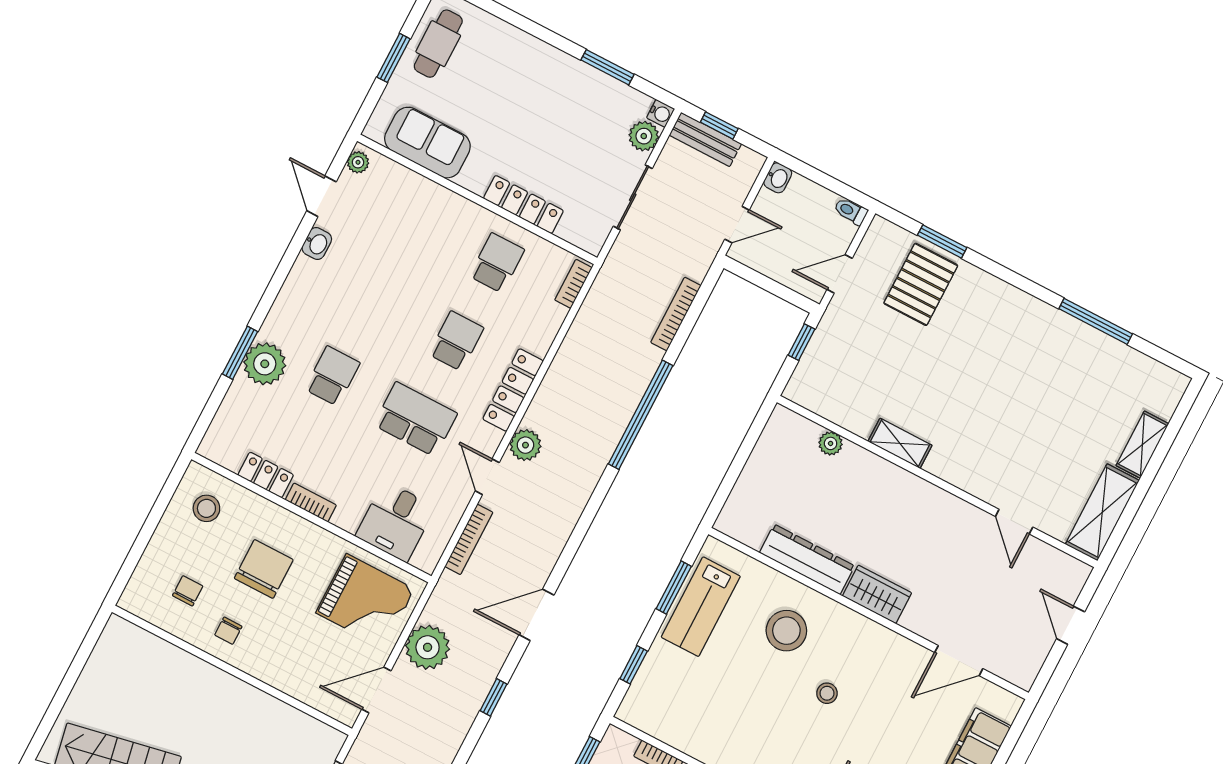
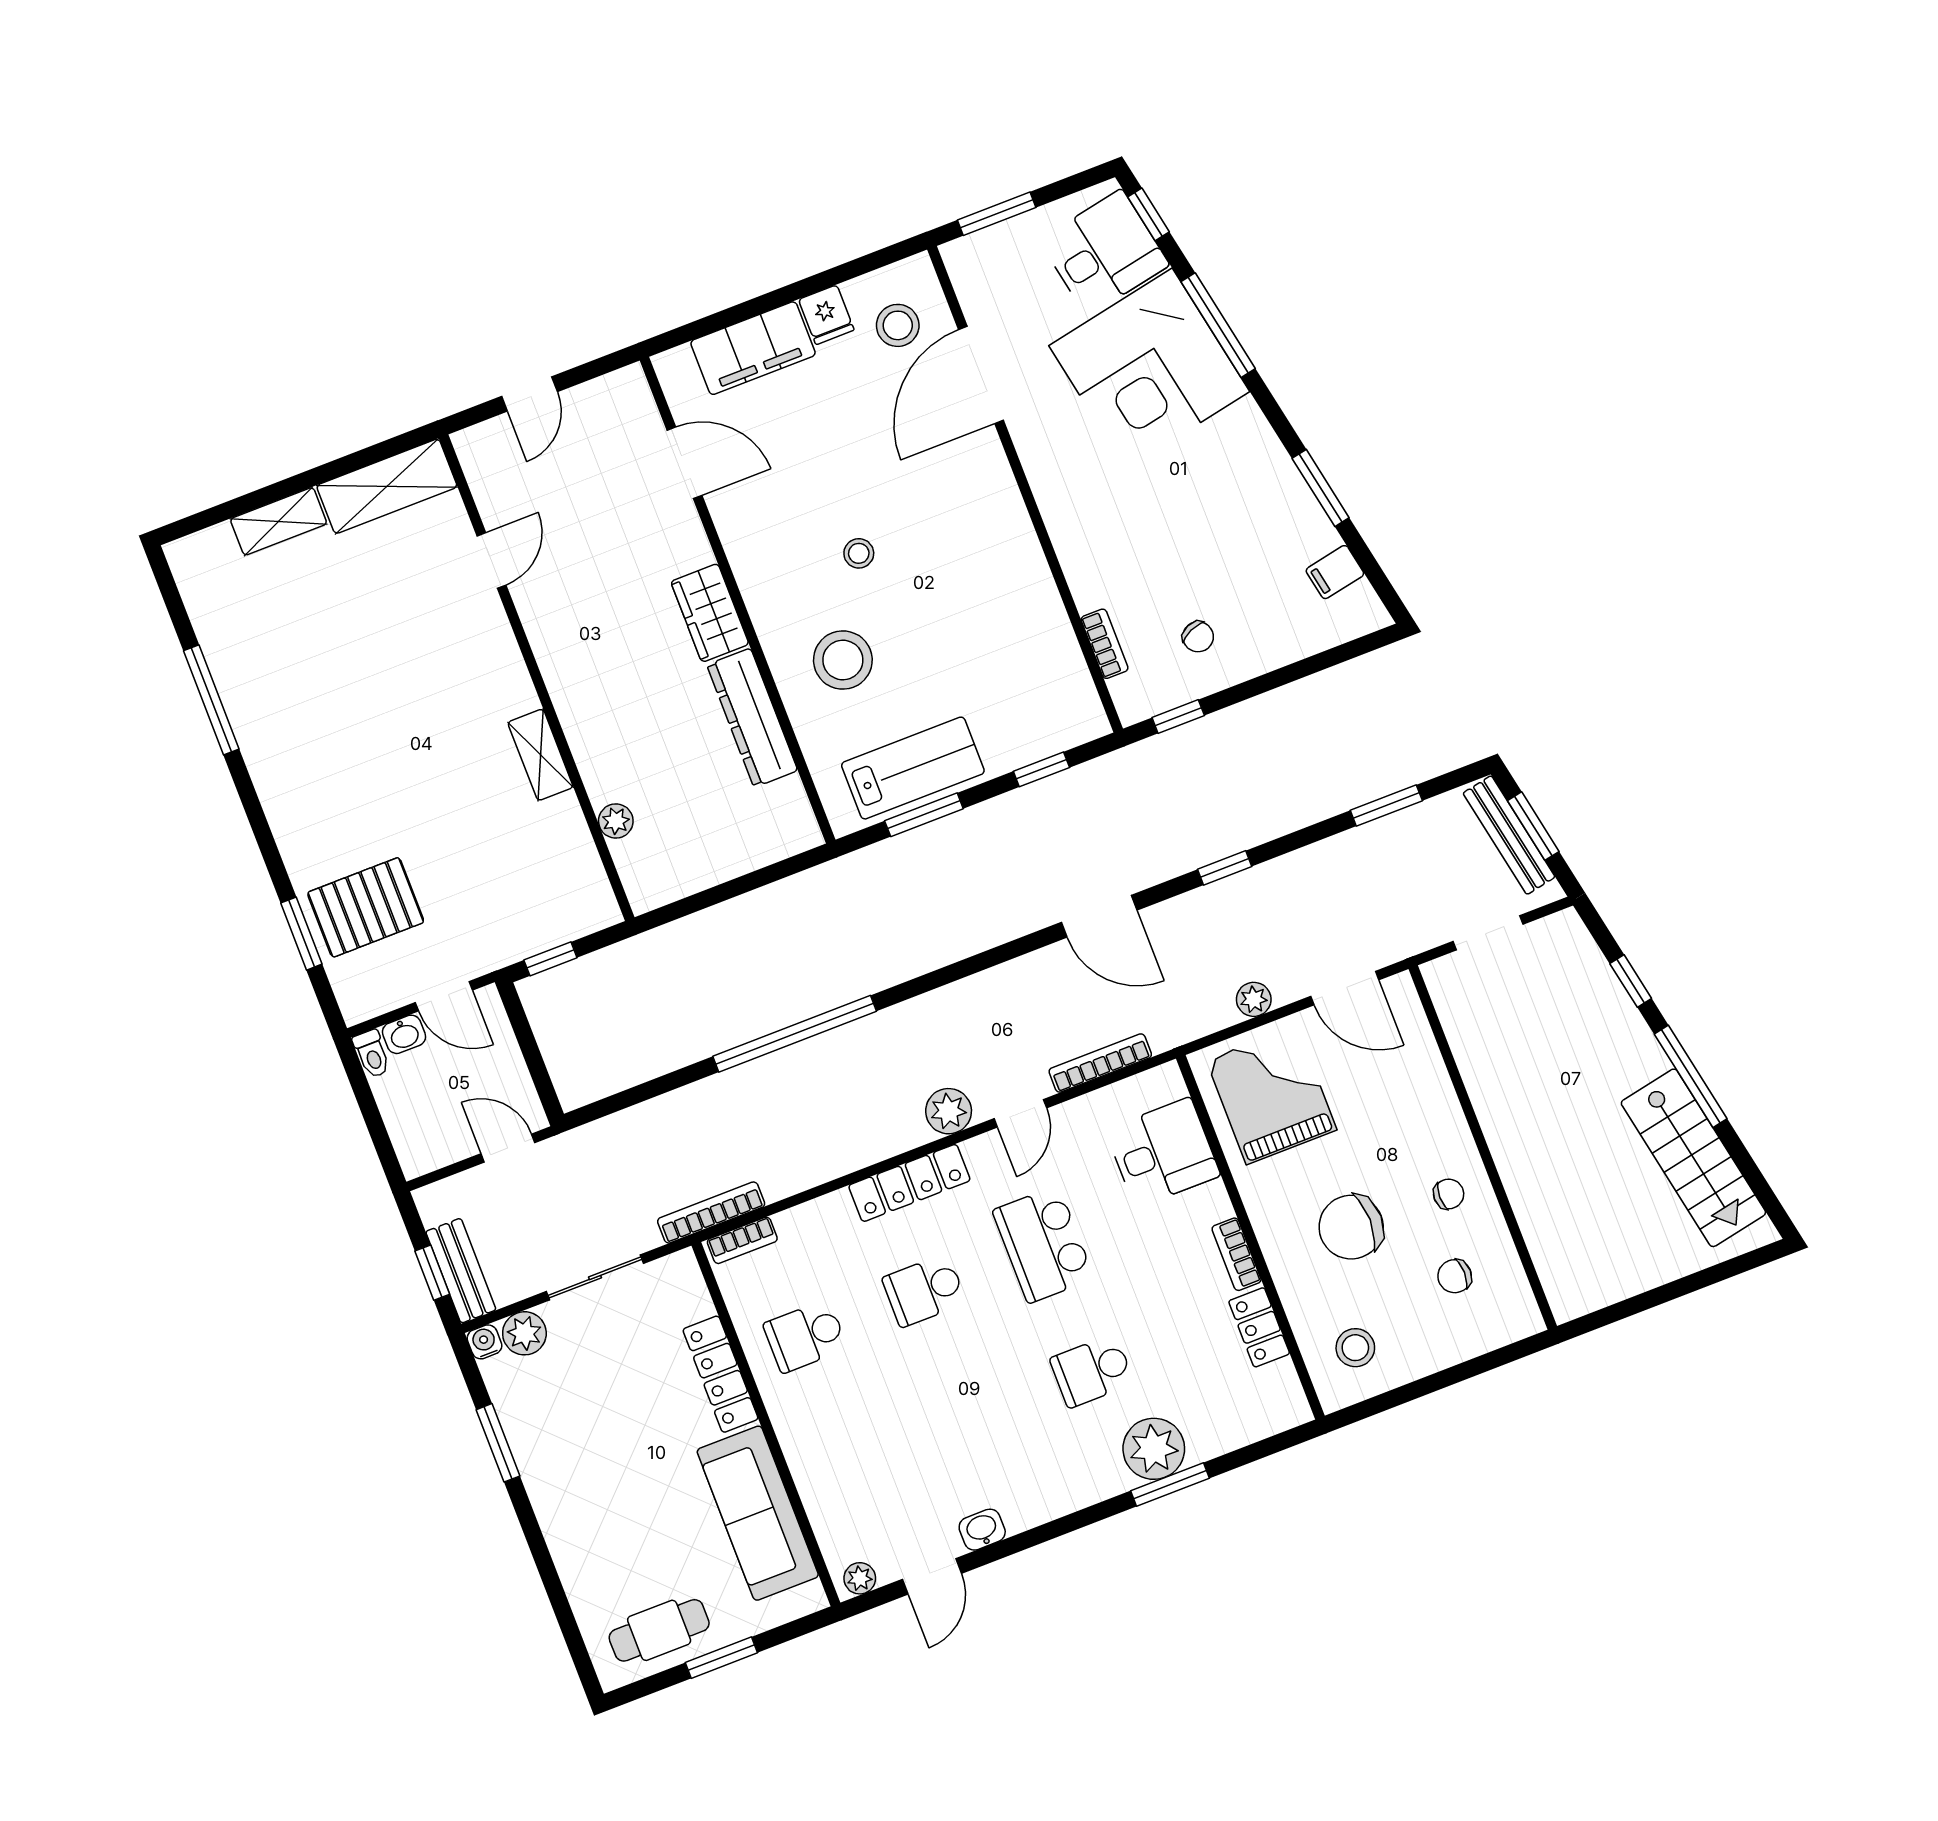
sofa: (427, 143) -> (758, 1513), width x1.36
washbasin: (778, 178) -> (404, 1034), moved, turned 180
bookcase: (676, 314) -> (711, 1213), moved, turned 180
plant: (428, 647) -> (1254, 999), width x0.53, depth x0.53

